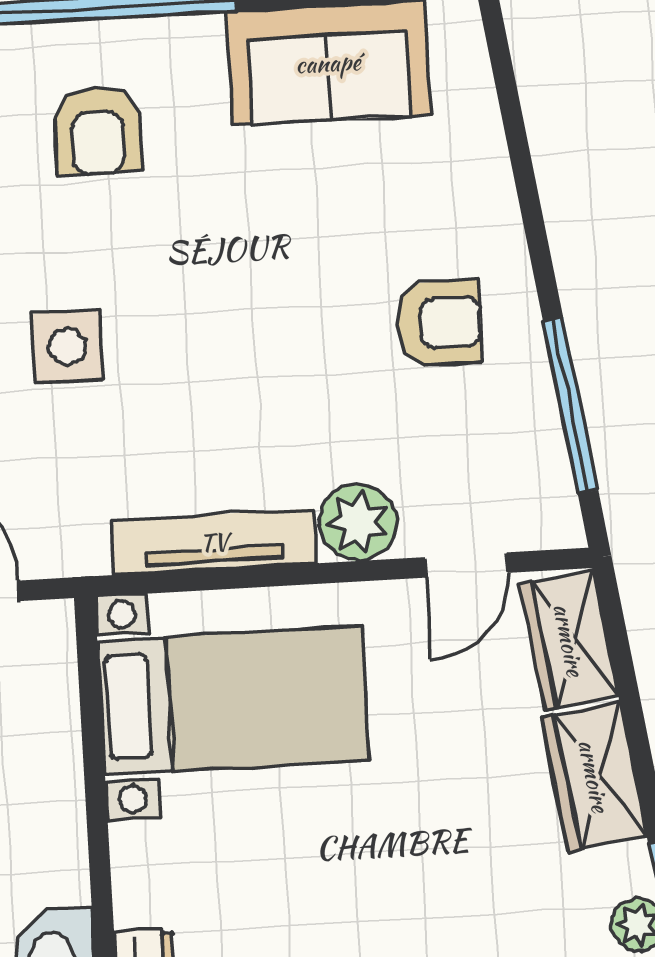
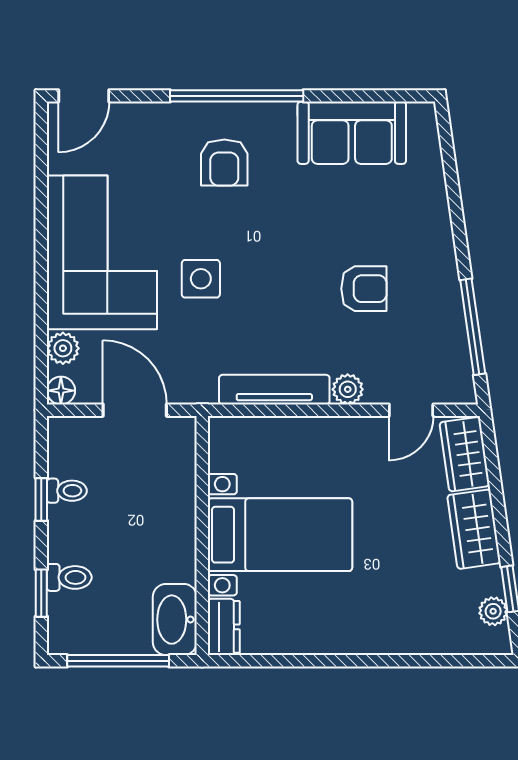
armchair: (439, 323) -> (364, 289), moved
plant: (358, 522) -> (348, 389), width x0.73, depth x0.73
bed with nightstands: (233, 701) -> (280, 535), moved

